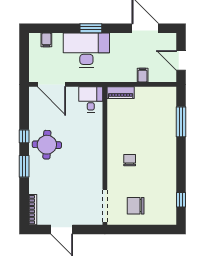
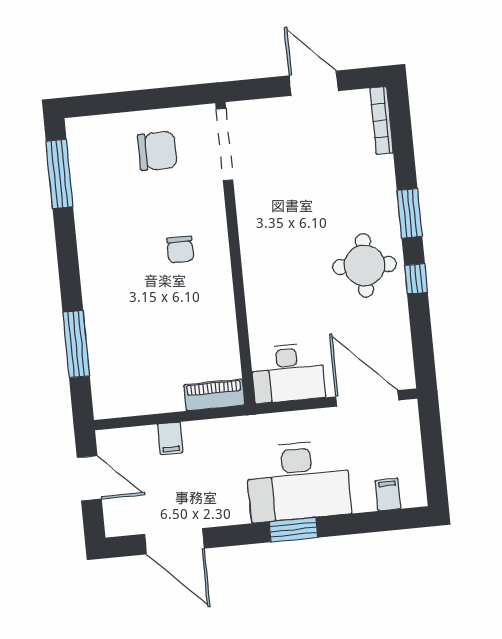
desk: (91, 99) -> (288, 373), width x1.37
window: (181, 200) -> (59, 174), width x2.17

